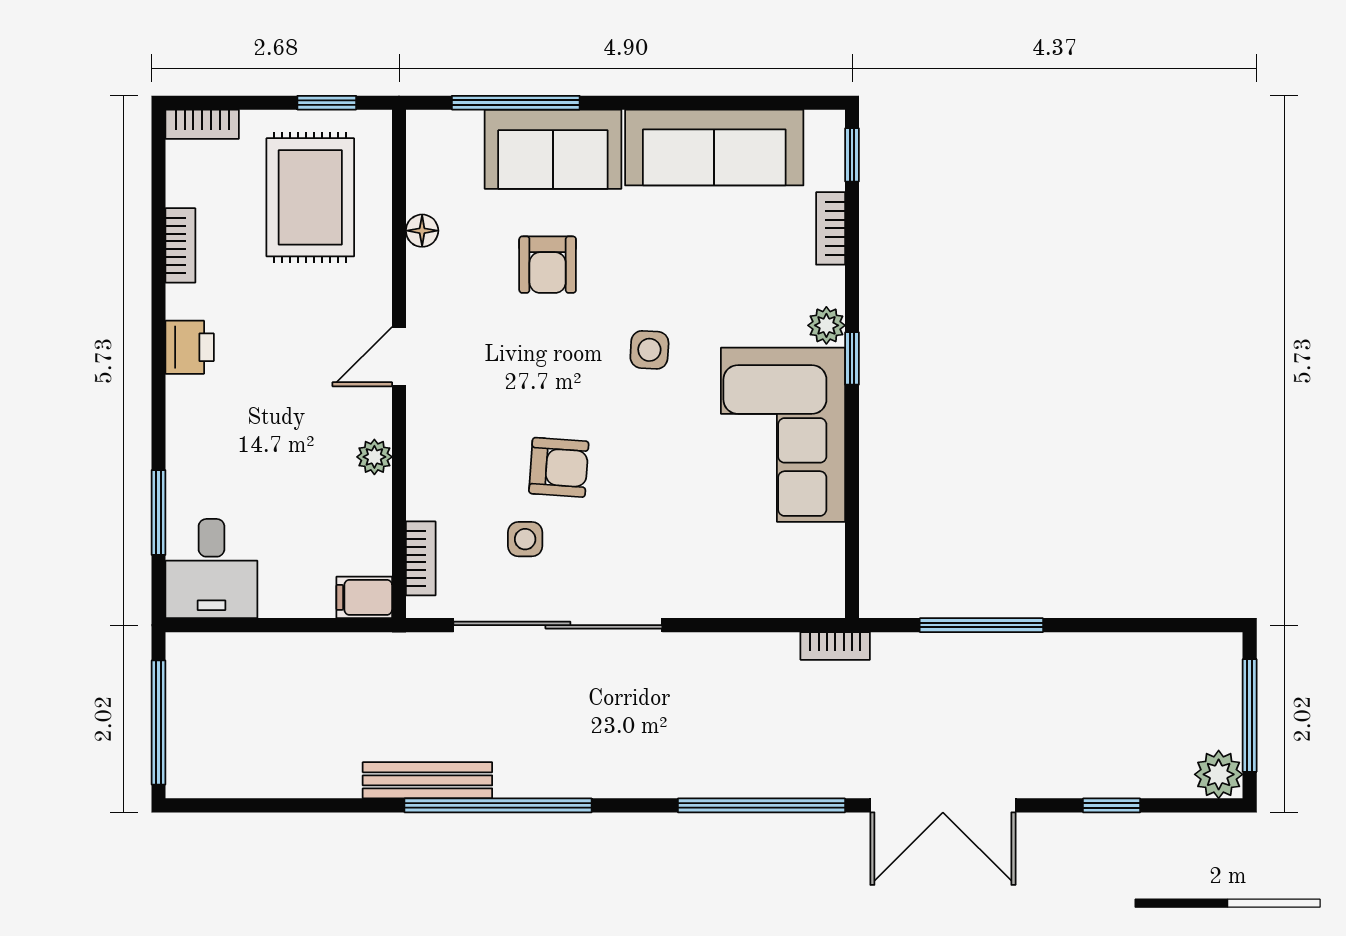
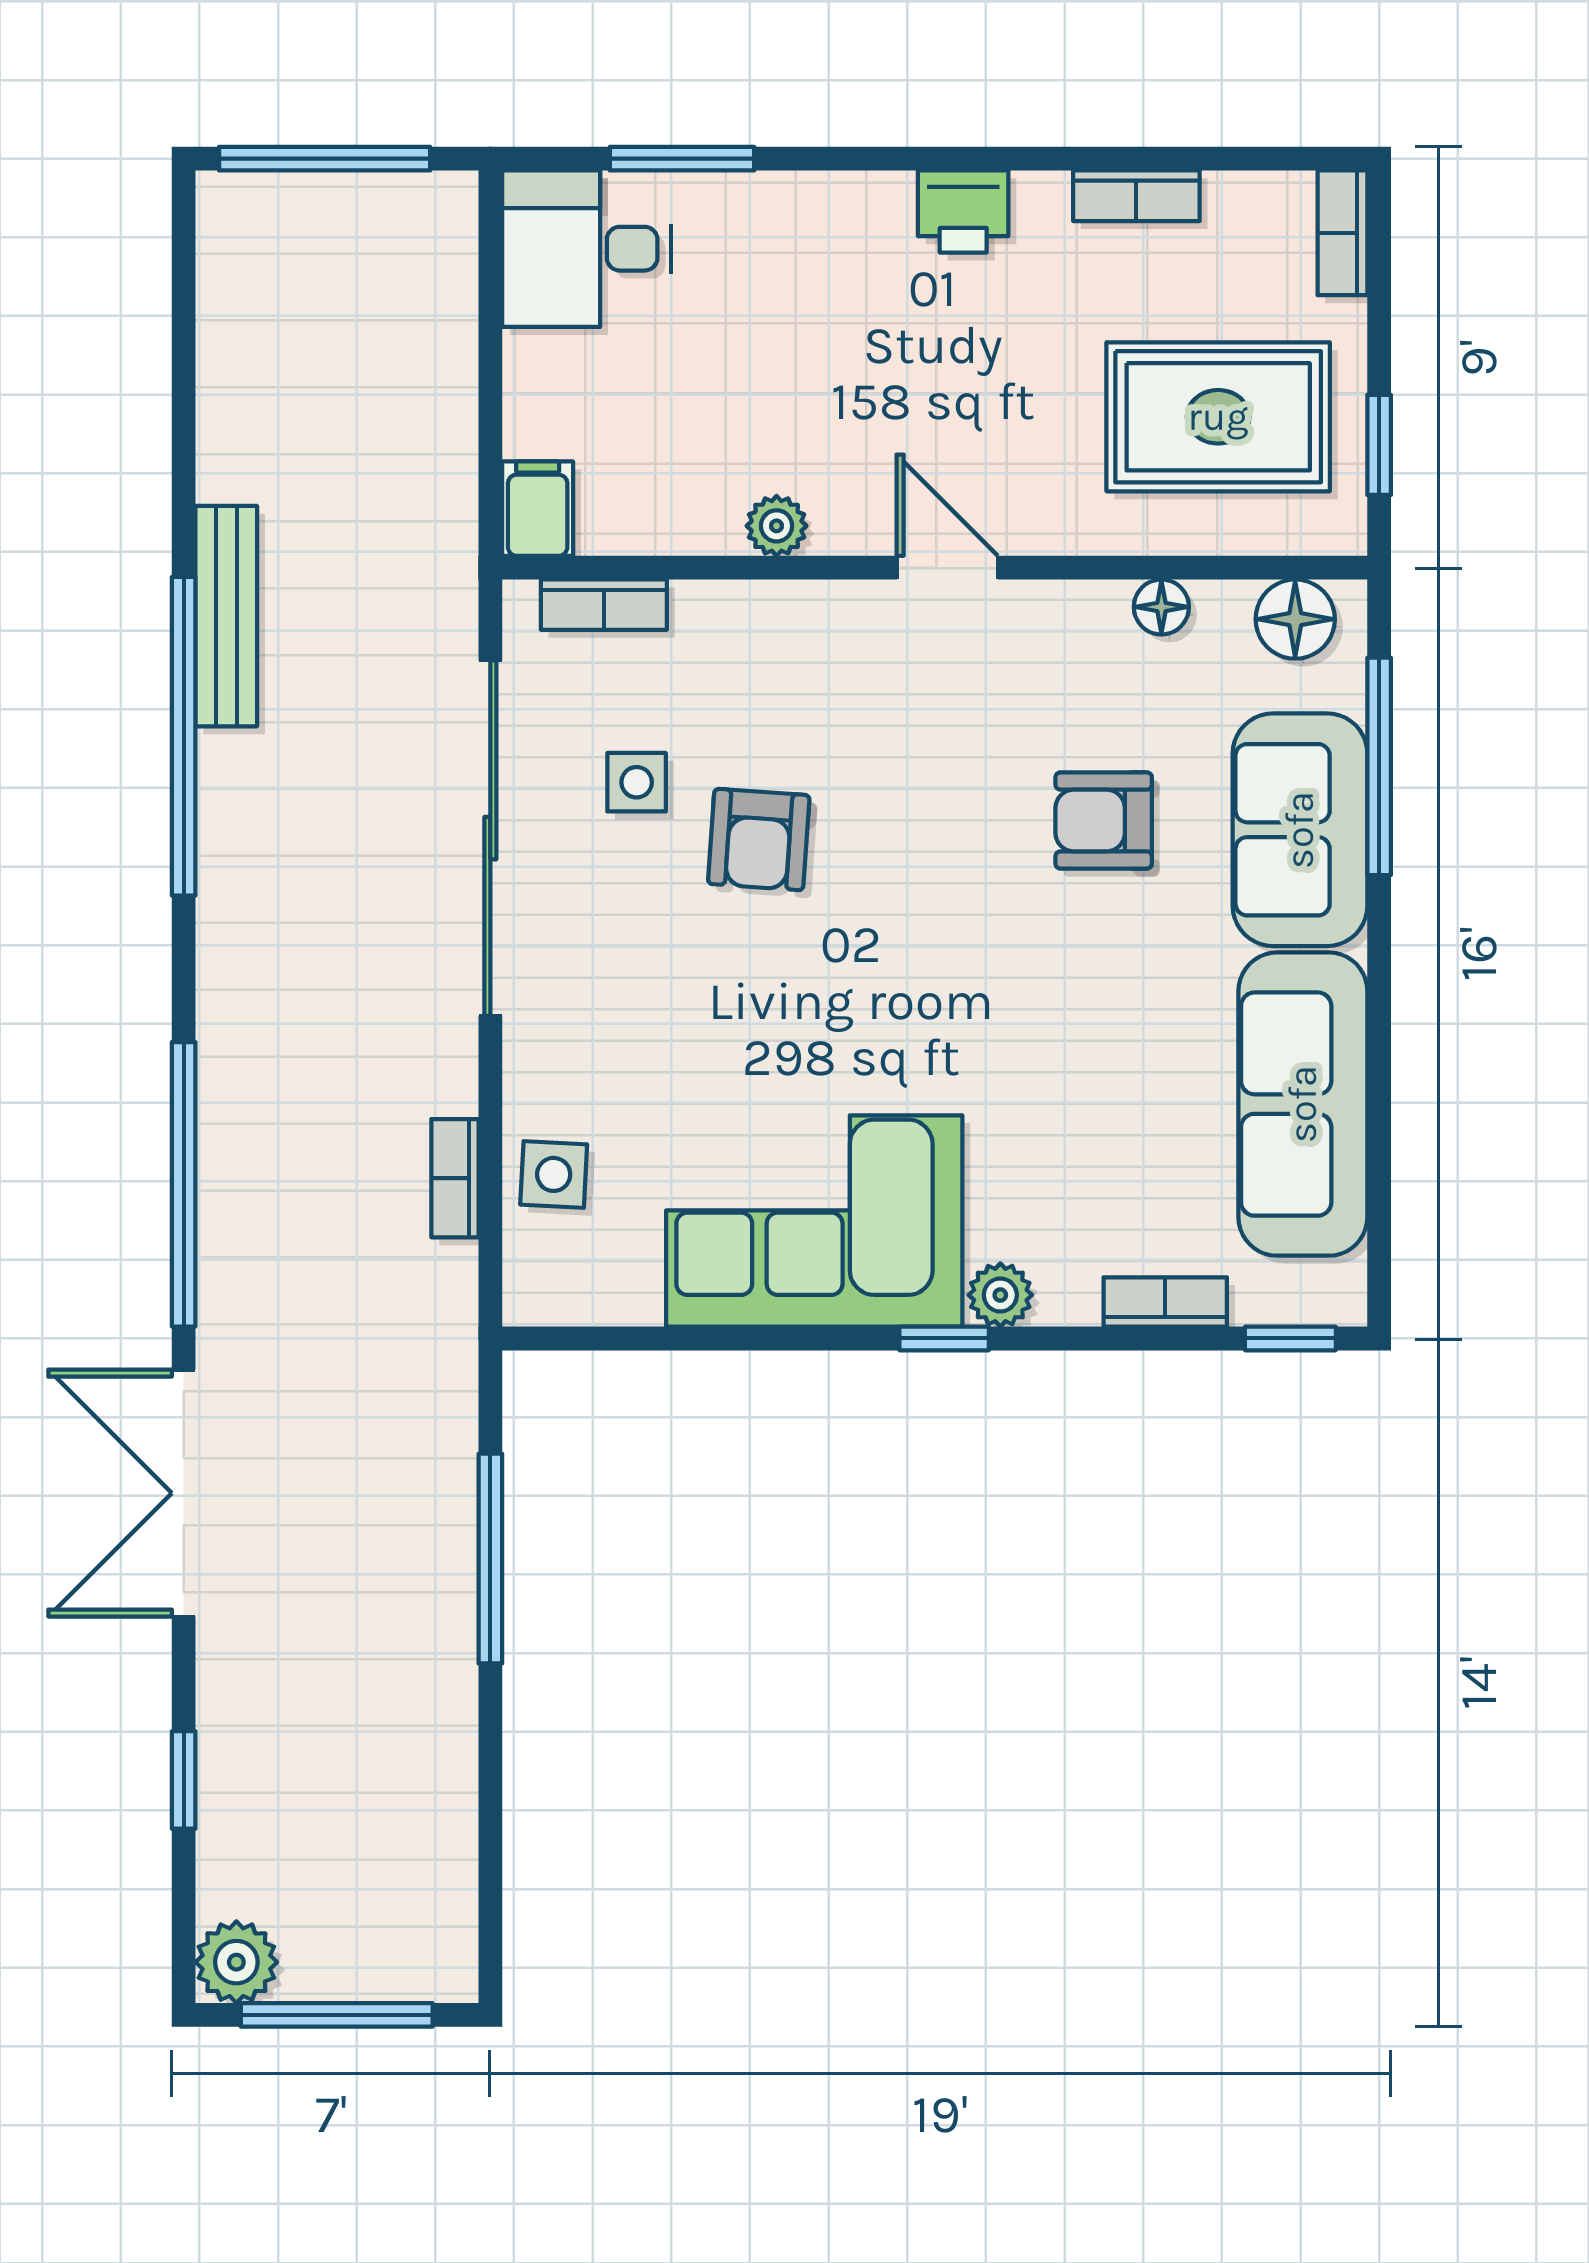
floor lamp: (429, 152) -> (1295, 619), added
side table: (649, 350) -> (554, 1174), moved
bookcase: (835, 646) -> (455, 1178), moved

